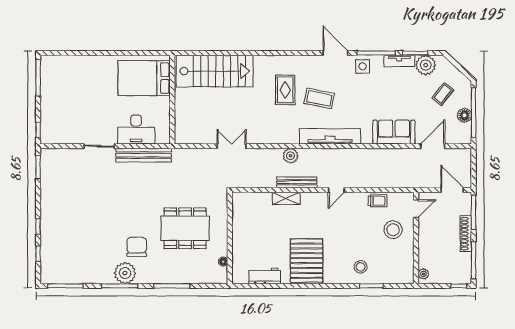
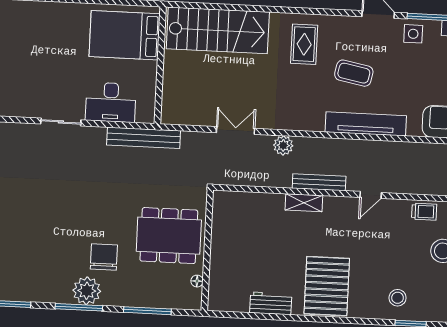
rug: (285, 90) -> (304, 44), moved
bench: (144, 155) -> (144, 138), moved
plant: (291, 156) -> (283, 145), moved
wall: (230, 238) -> (207, 250), moved
floor lamp: (223, 262) -> (197, 281), moved

